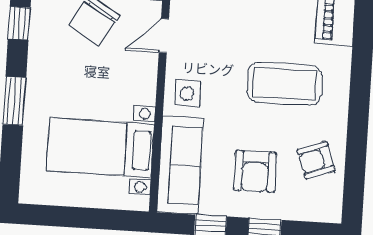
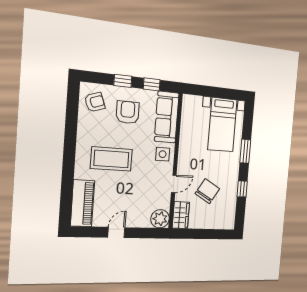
bed with nightstands: (100, 148) -> (222, 125), moved, turned 90
armchair: (316, 160) -> (95, 102), moved

